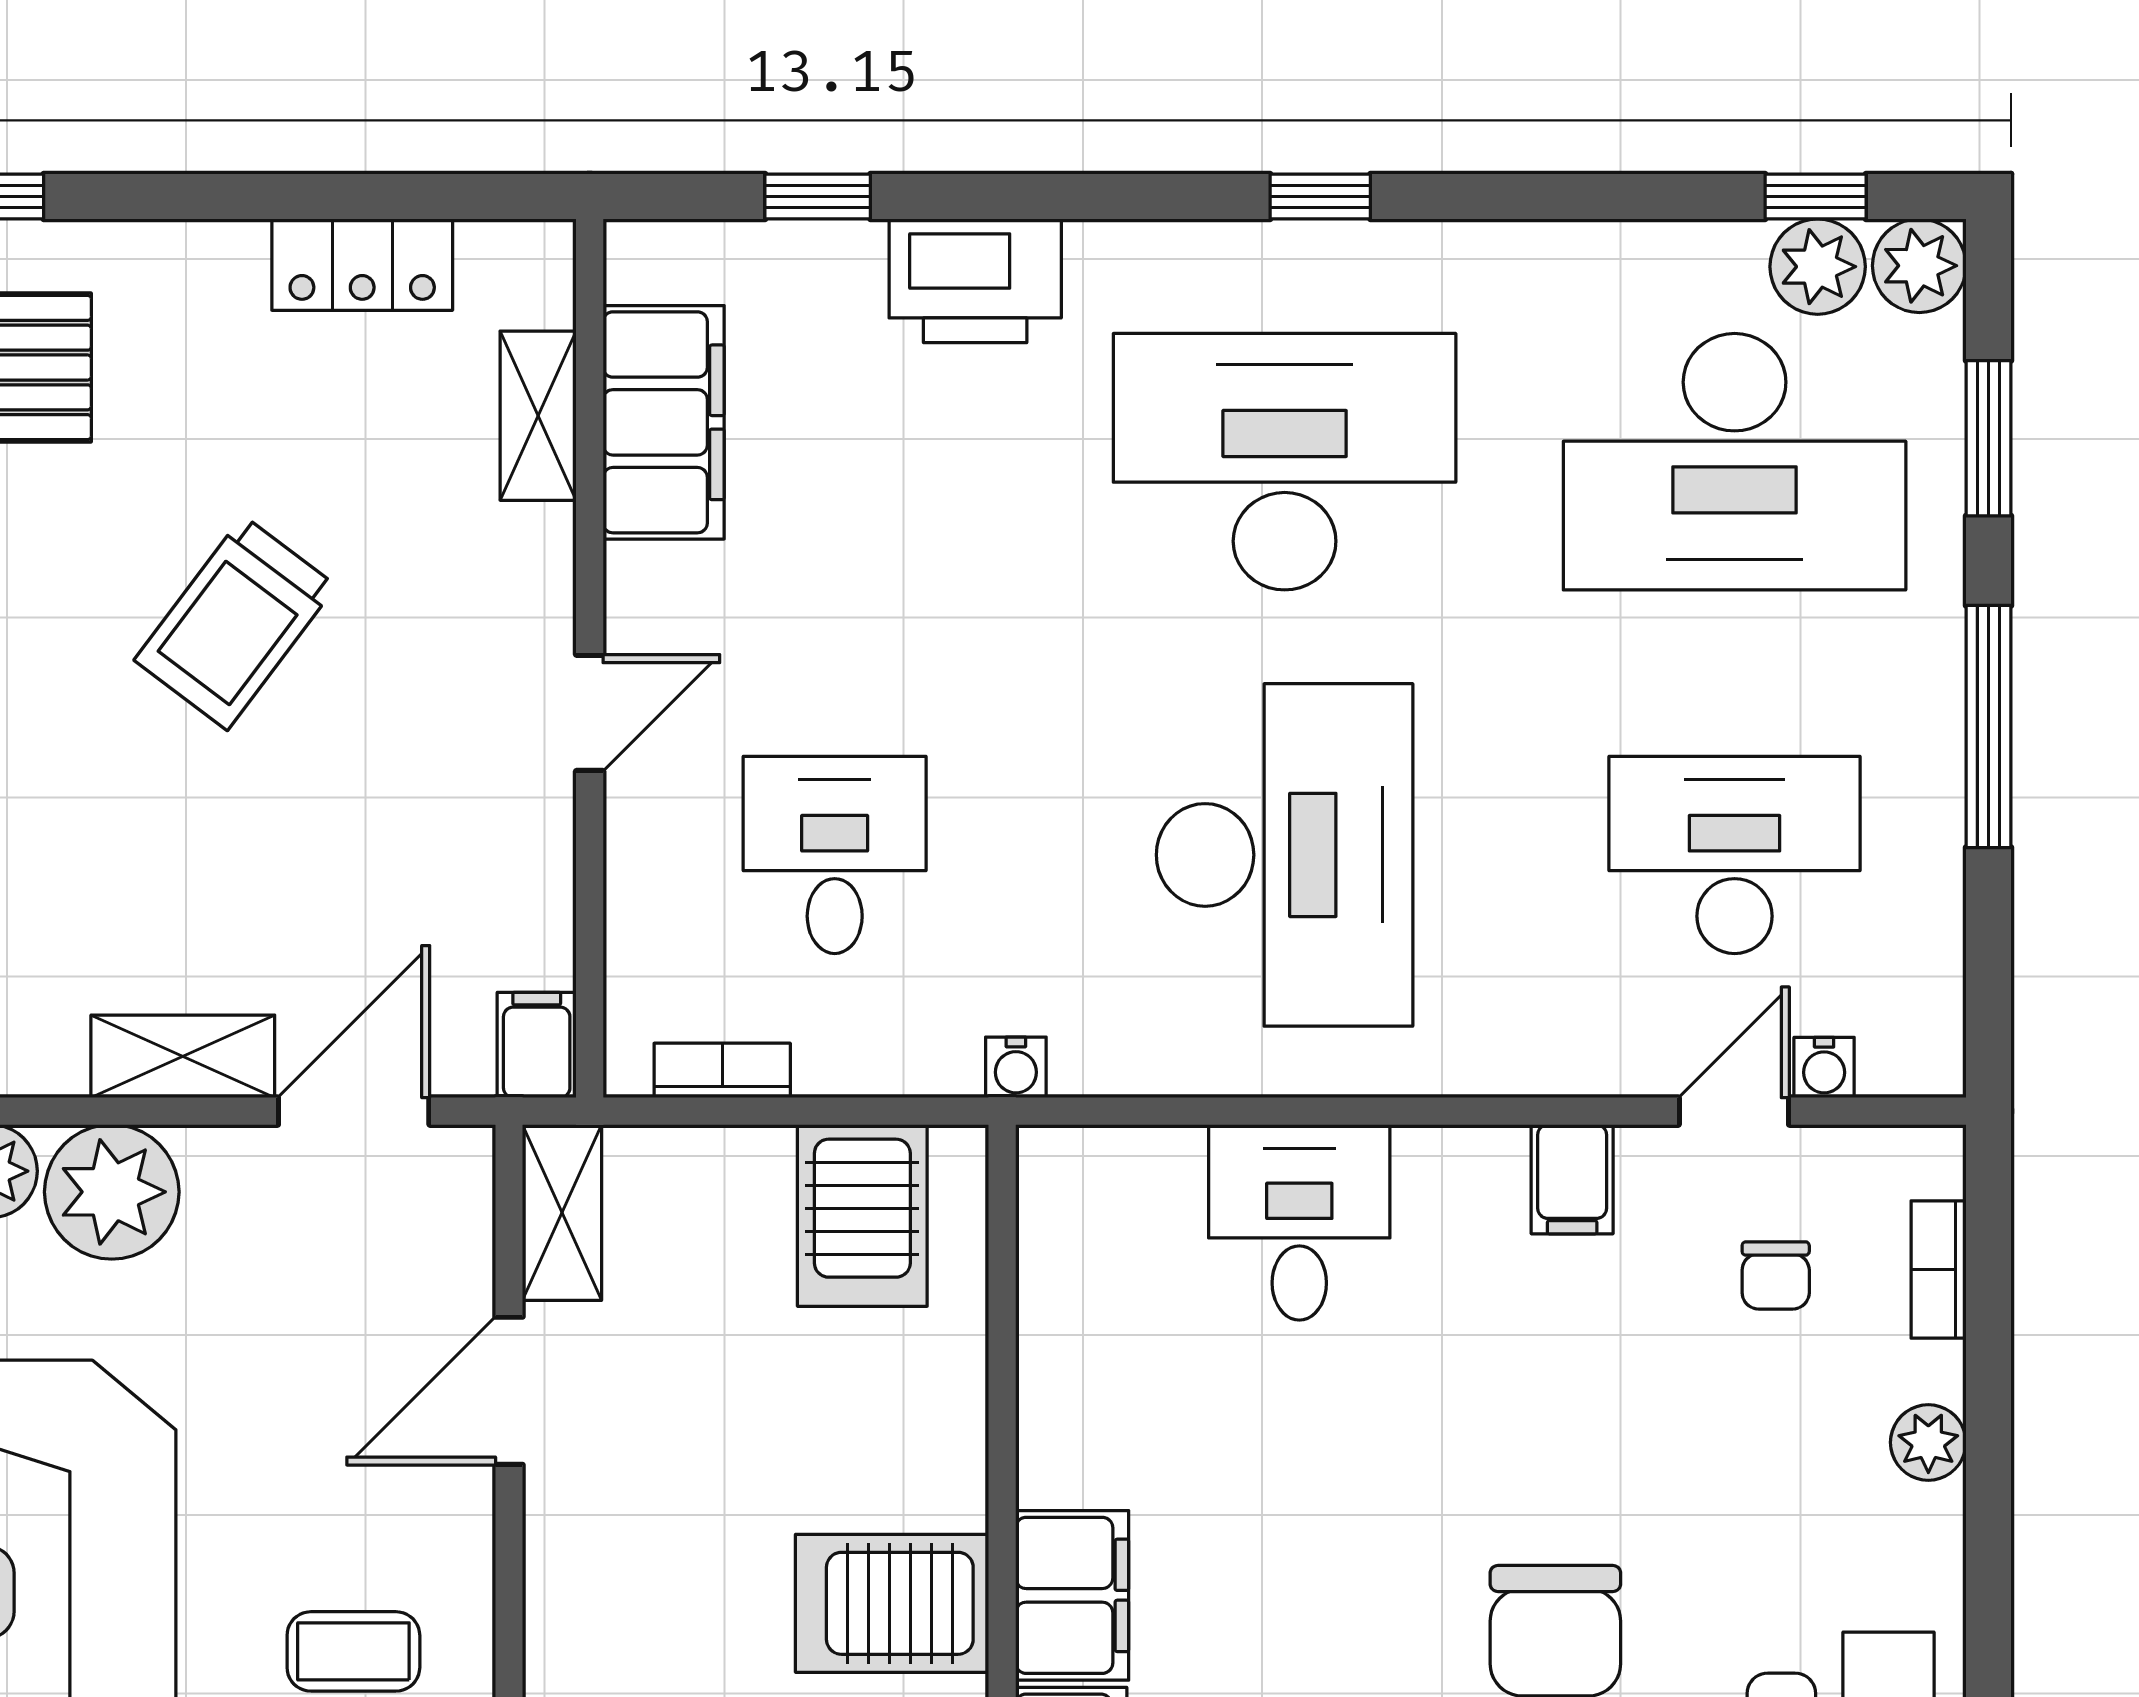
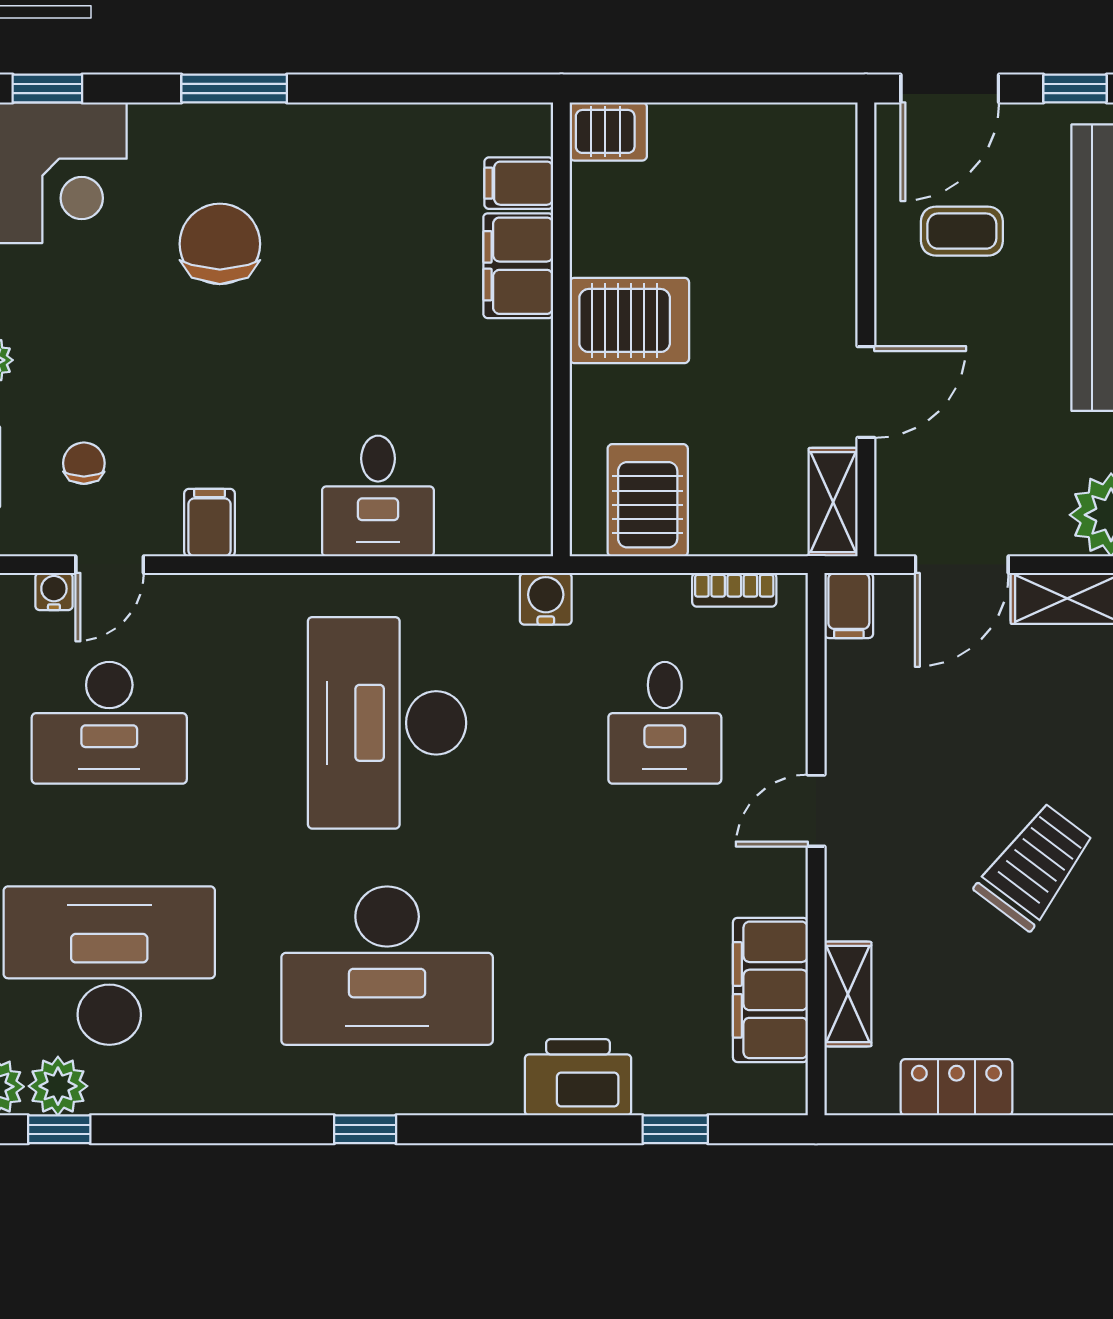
water cooler: (1016, 1067) -> (546, 599), width x1.38, depth x1.38
server rack: (892, 1603) -> (629, 320), moved

